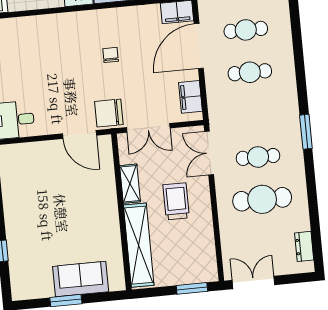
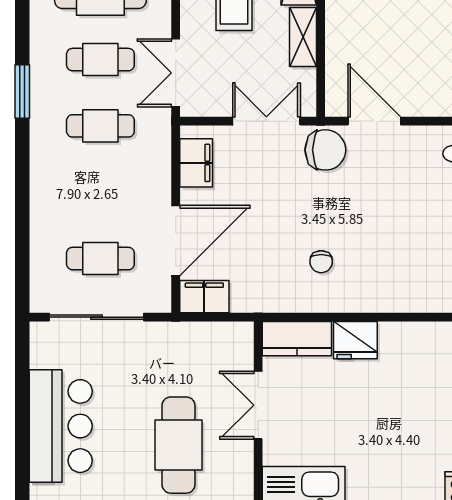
chair: (111, 55) -> (321, 262), moved
cafe table: (250, 72) -> (100, 126), moved
double door: (209, 153) -> (176, 73), swing flipped

